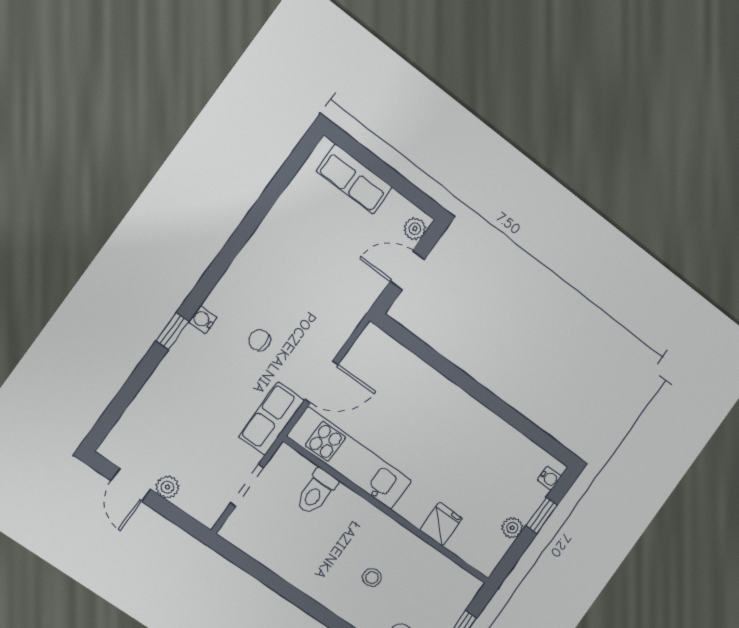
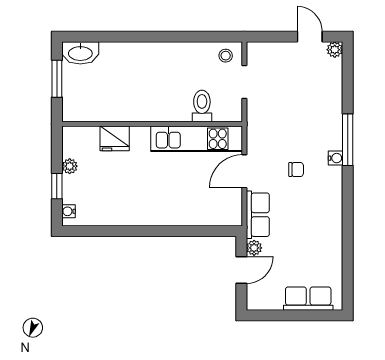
plant: (415, 229) -> (254, 248), moved
window: (172, 331) -> (348, 140), width x2.17
row of seats: (272, 418) -> (258, 215), moved
plant: (168, 487) -> (335, 50), moved
fridge: (441, 524) -> (115, 138), width x1.38
stool: (372, 577) -> (226, 56), moved

